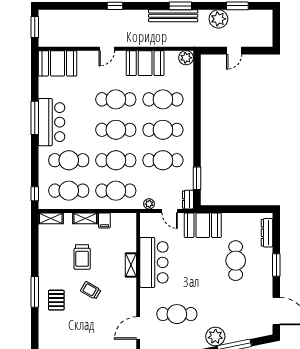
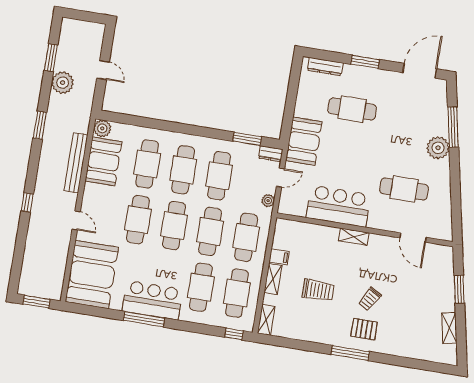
bench: (173, 16) -> (76, 163), moved
booth: (58, 63) -> (92, 275), width x1.36, depth x1.42
booth: (145, 63) -> (103, 161), moved
shelving: (131, 265) -> (354, 237), moved
trolley: (91, 290) -> (370, 299), moved
cafe table: (177, 314) -> (404, 189), turned 90

